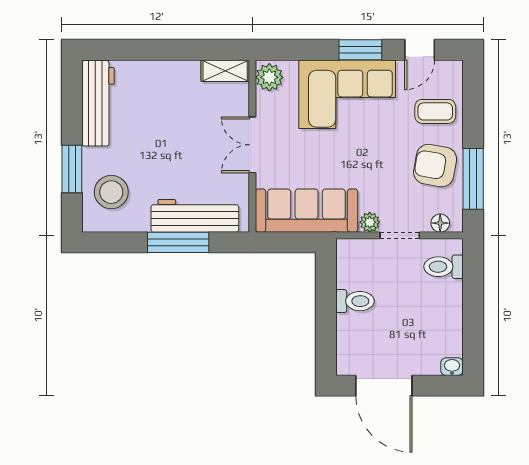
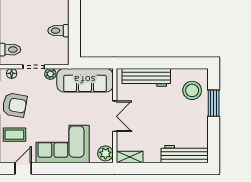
window: (360, 50) -> (56, 168), removed
workbench: (98, 103) -> (185, 154), moved, turned 90
window: (178, 242) -> (155, 63), removed

